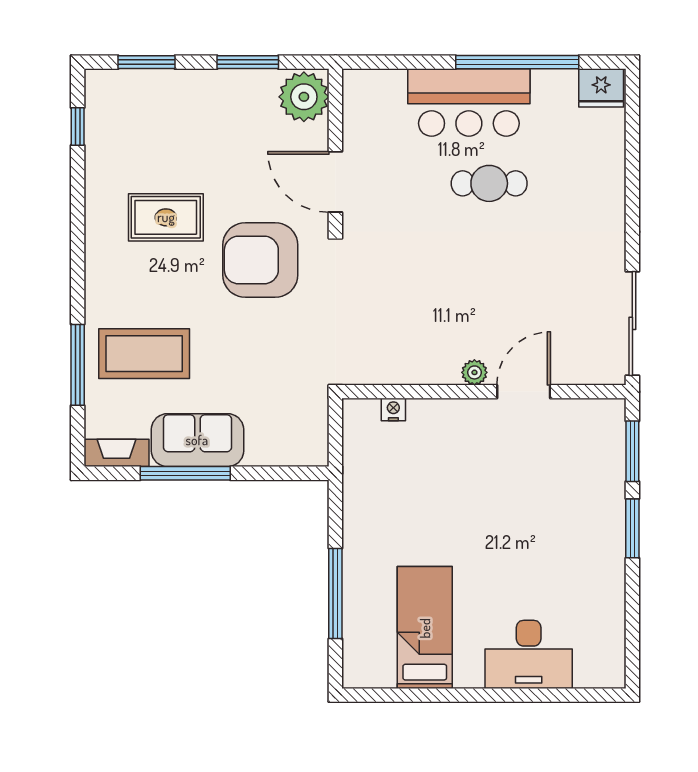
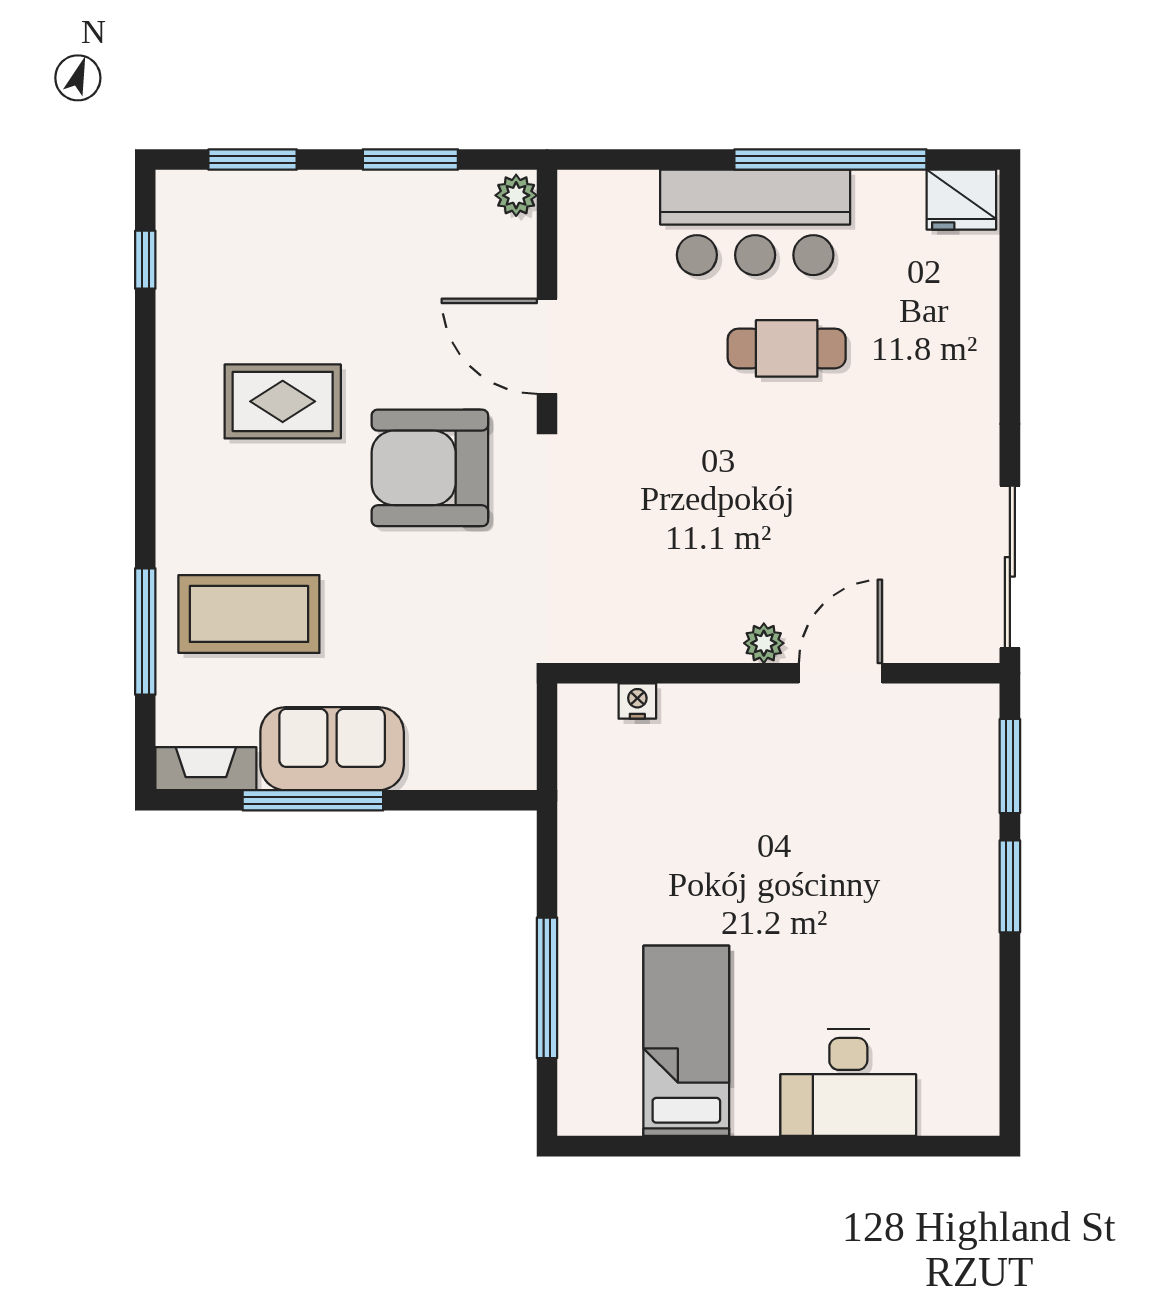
plant: (304, 97) -> (516, 195), width x0.53, depth x0.53

